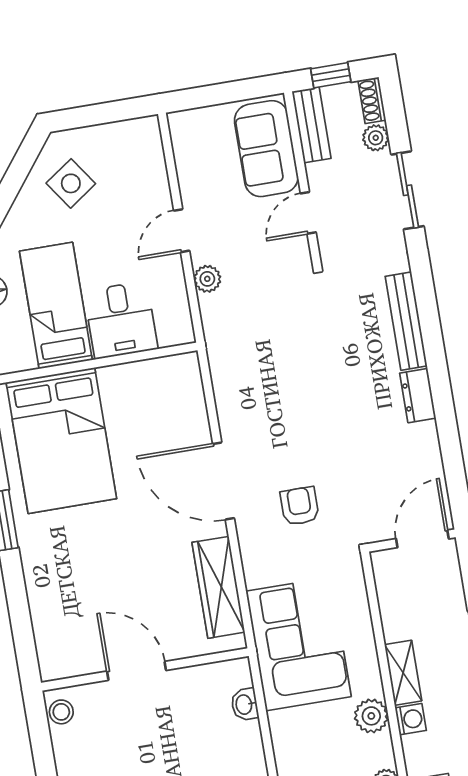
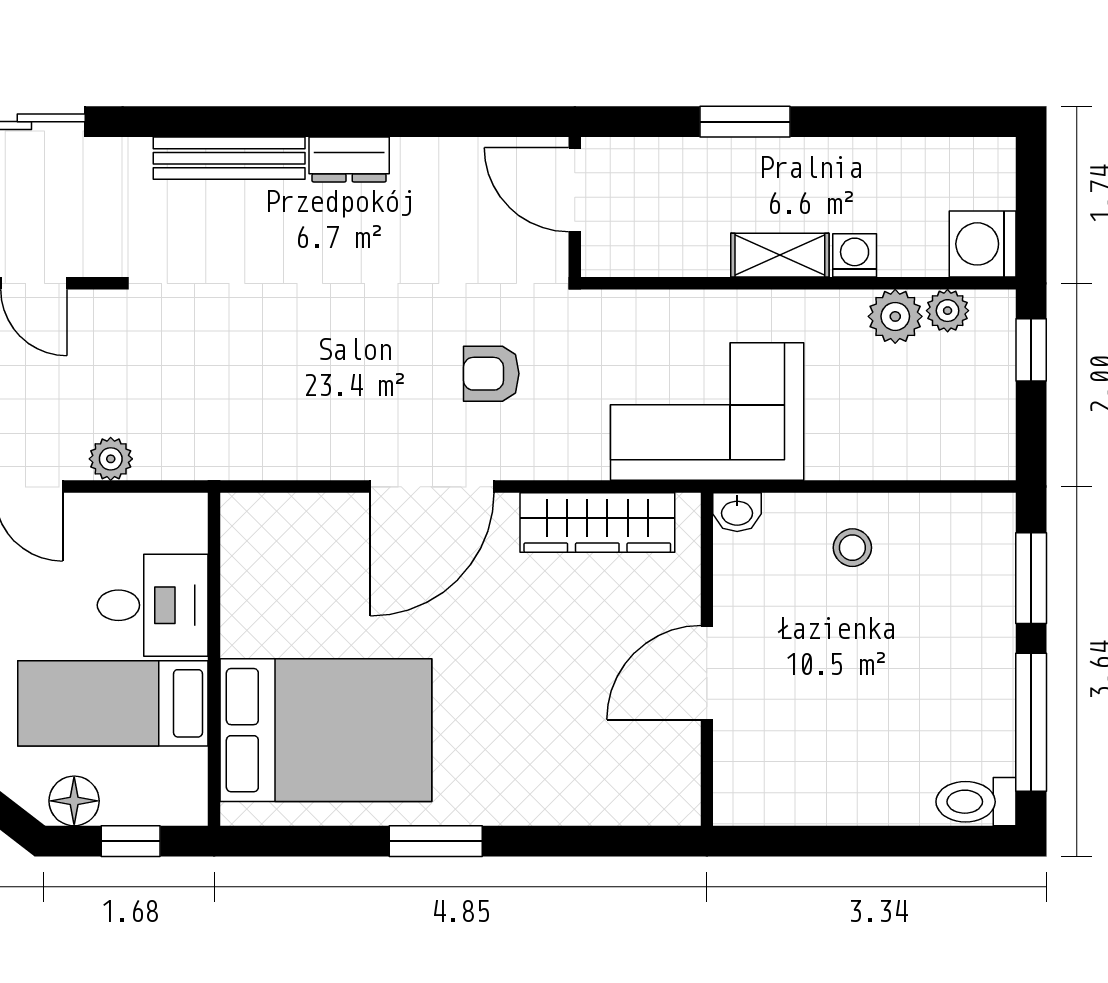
washbasin: (245, 704) -> (737, 512), moved
stool: (61, 712) -> (852, 548), moved
plant: (371, 716) -> (895, 316), moved

